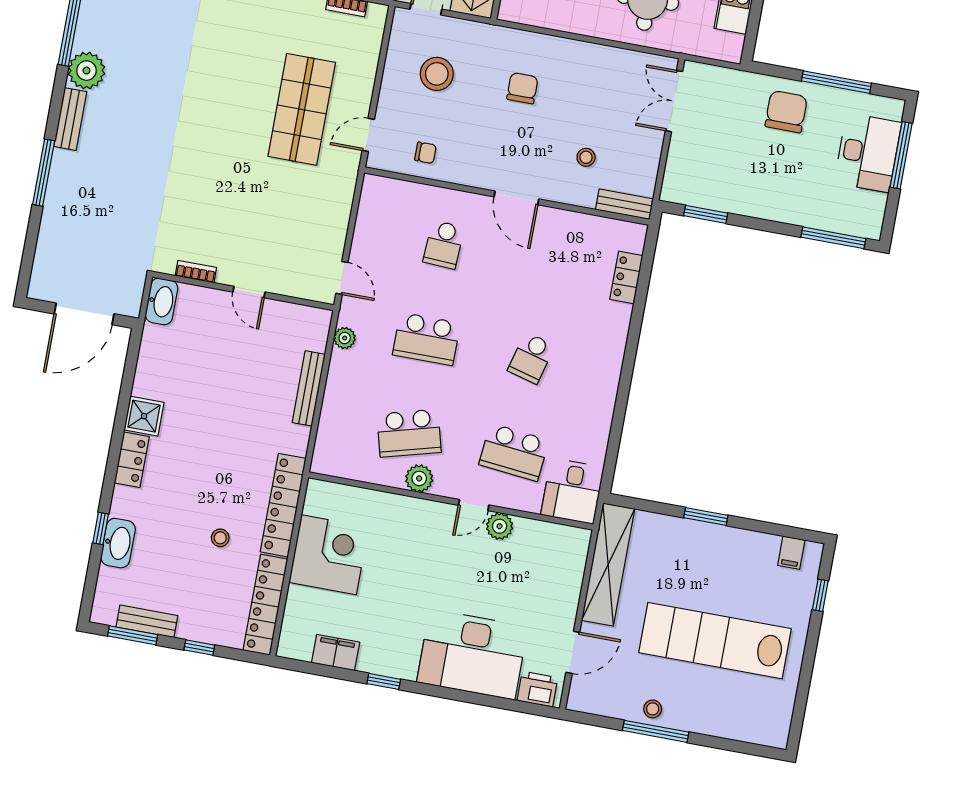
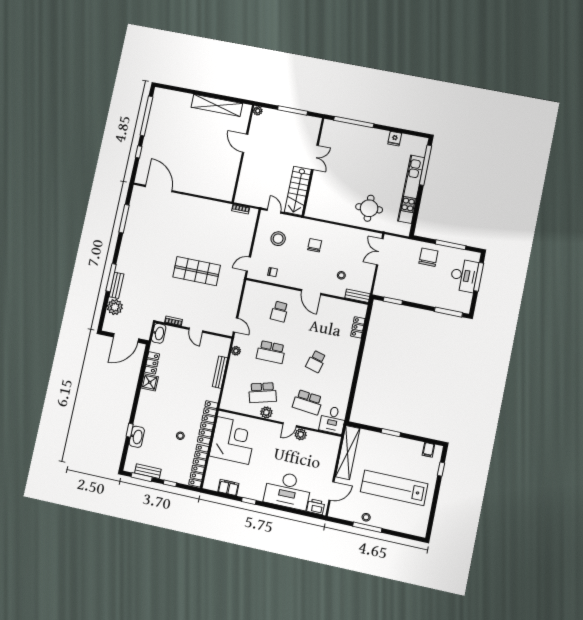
plant: (87, 71) -> (115, 307), moved
shop shelf: (302, 109) -> (197, 271), moved, turned 90
bench: (70, 119) -> (116, 285), moved
locker: (132, 460) -> (152, 363), moved
corner desk: (329, 555) -> (233, 440), width x1.36, depth x1.36

